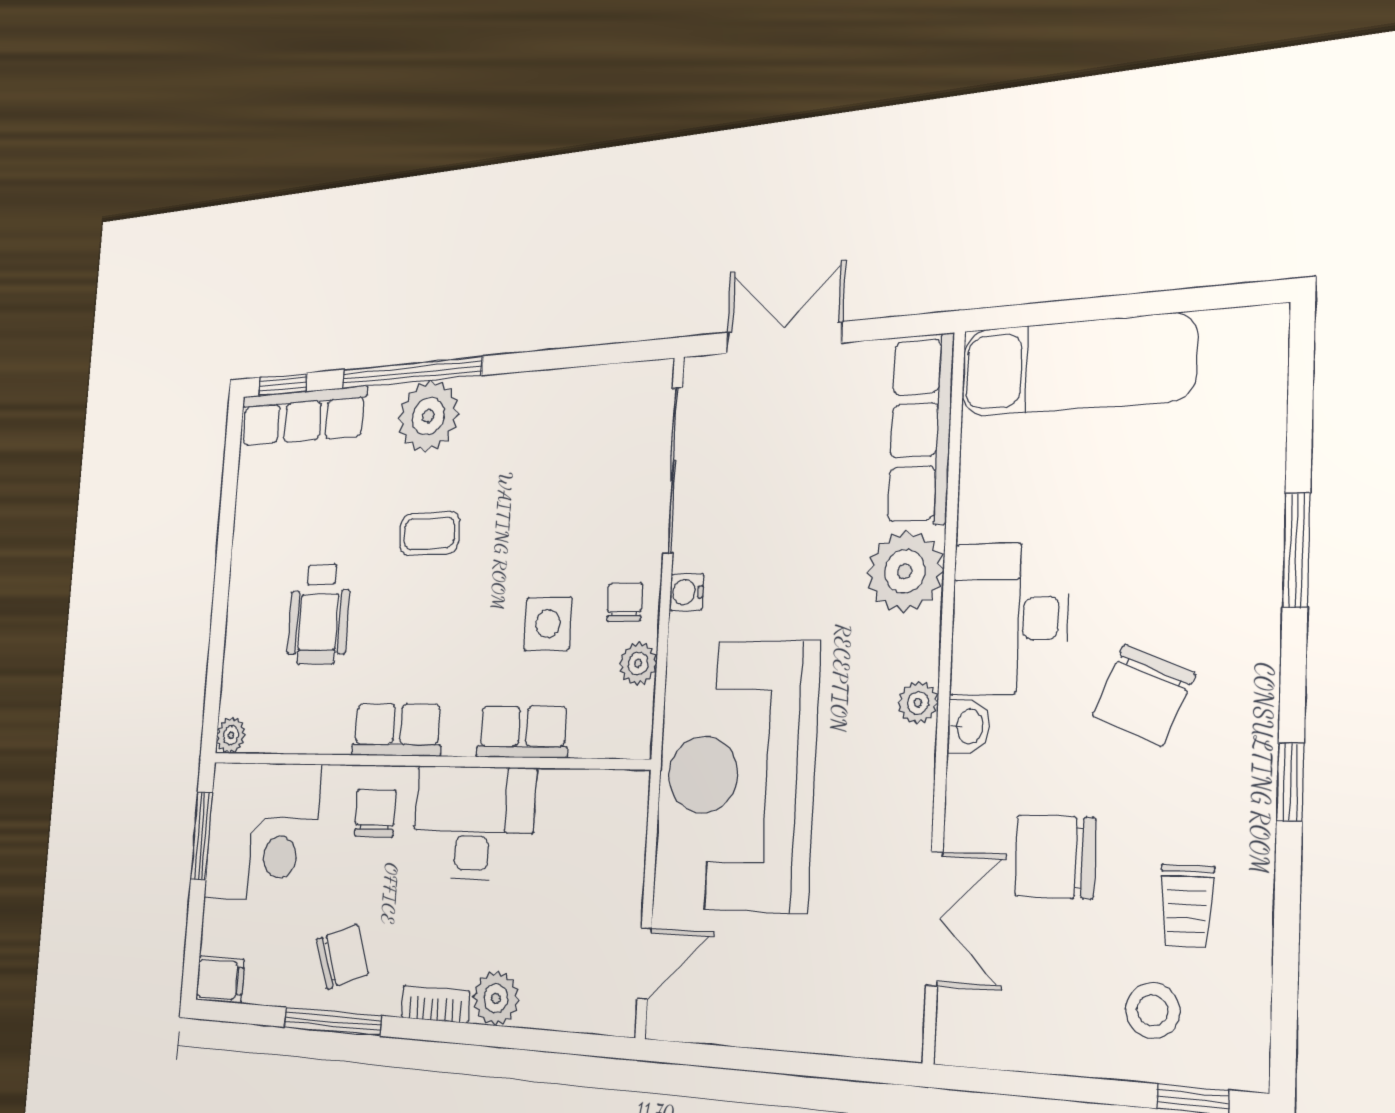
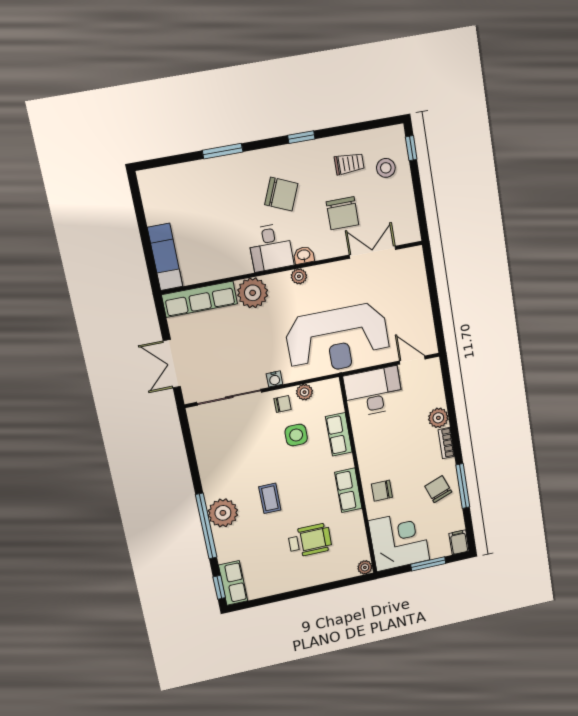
exam couch: (1077, 365) -> (165, 257), width x0.73, depth x0.69
row of seats: (303, 416) -> (233, 583), width x0.68
chair: (625, 602) -> (283, 404), turned 180
desk: (1009, 619) -> (270, 247), width x0.73
desk: (473, 823) -> (373, 392), moved, turned 90
window: (202, 836) -> (428, 564), moved

